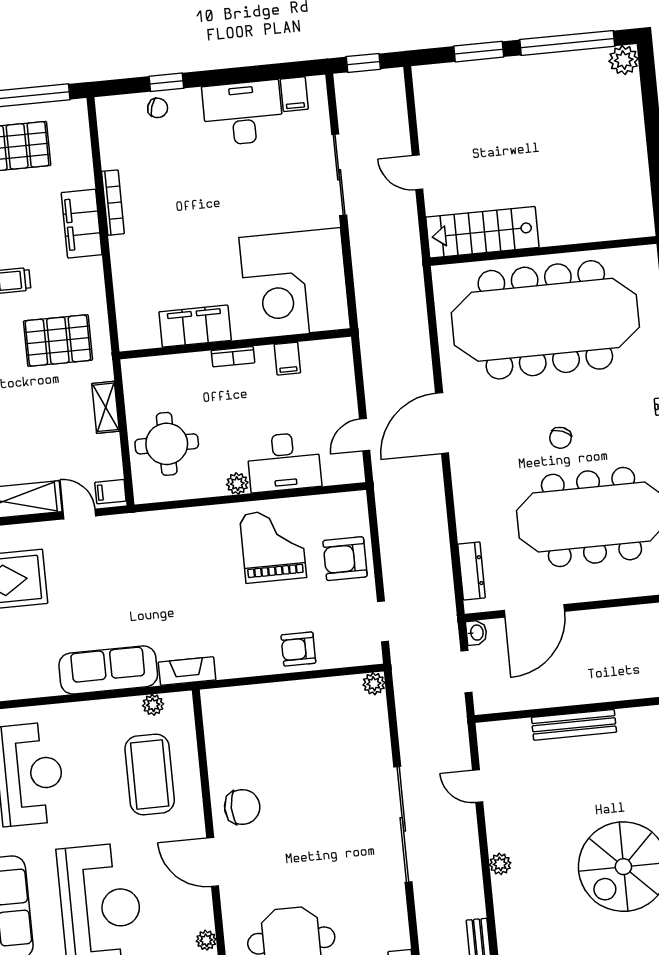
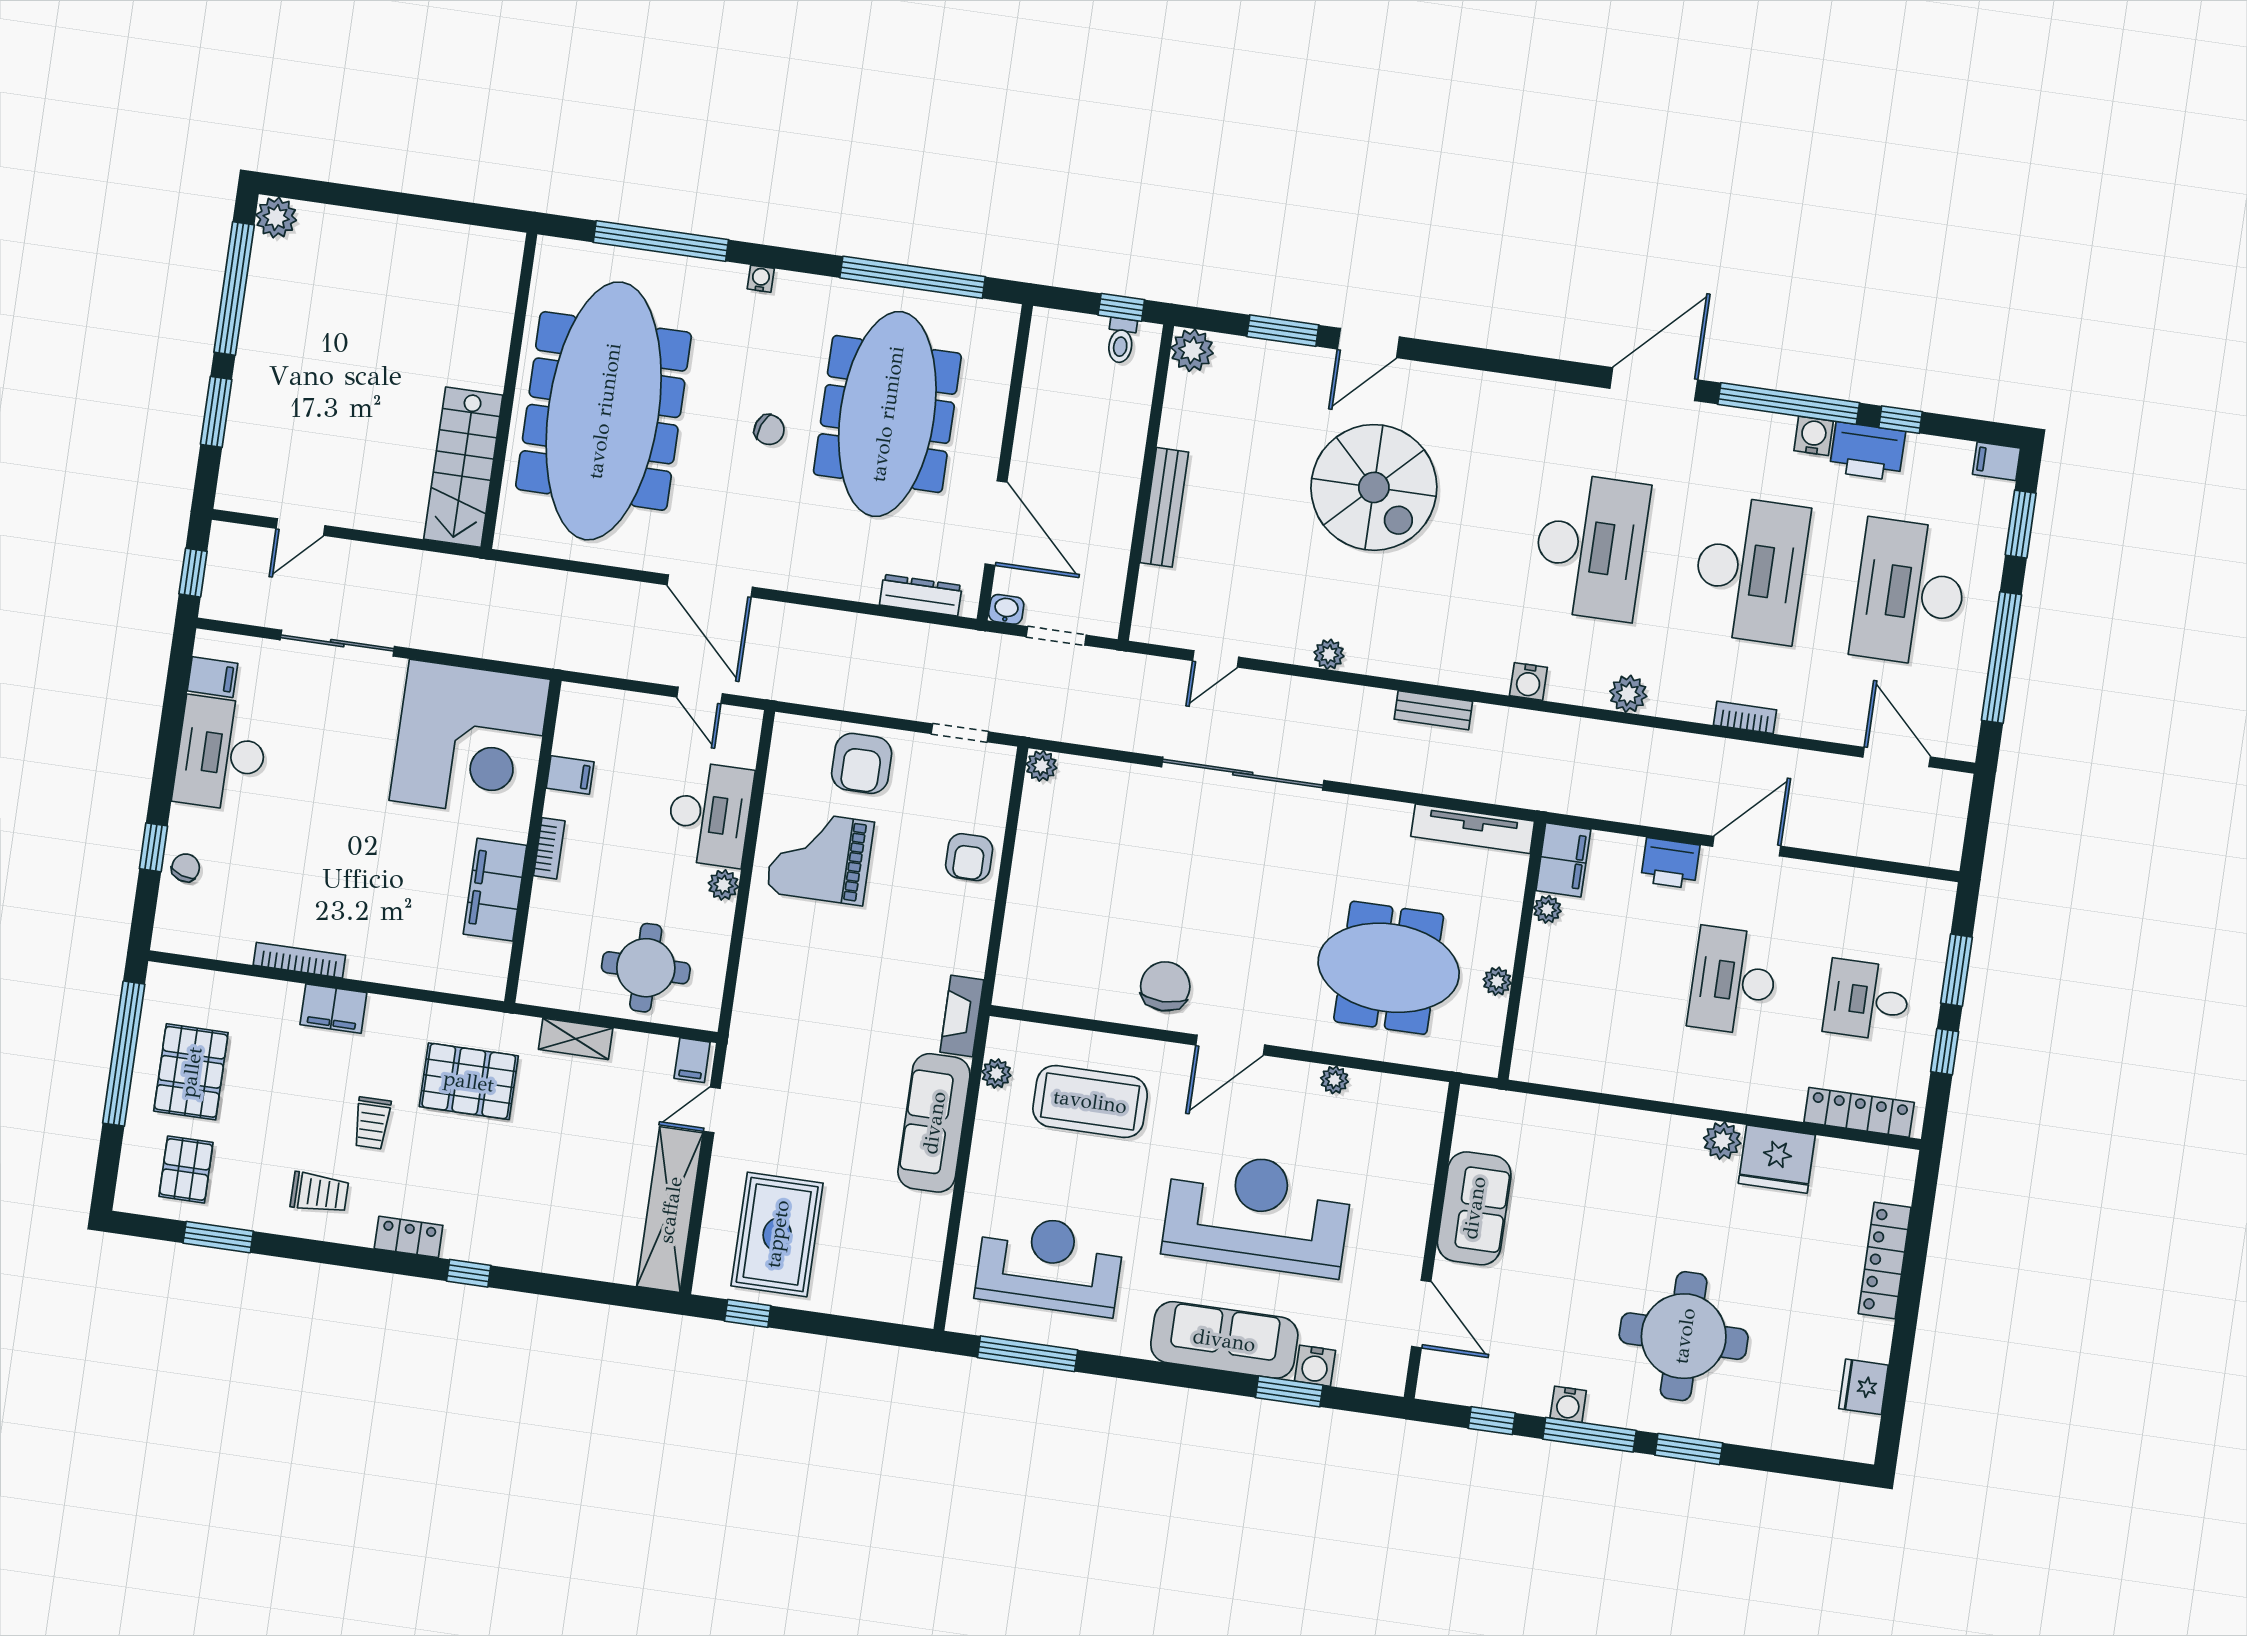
door: (418, 172) -> (301, 527), moved
filing cabinet: (82, 224) -> (333, 1009), width x0.67, depth x0.86
pallet: (58, 341) -> (469, 1081), turned 90

